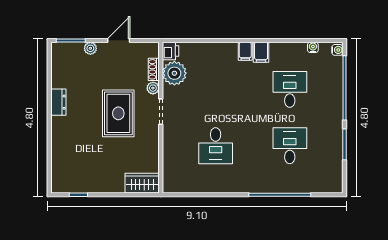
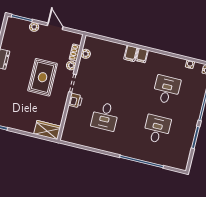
door: (119, 40) -> (55, 26), hinge flipped
printer: (171, 51) -> (76, 100), moved
filing cabinet: (261, 52) -> (131, 53), moved
plant: (174, 73) -> (86, 54), width x0.53, depth x0.53

